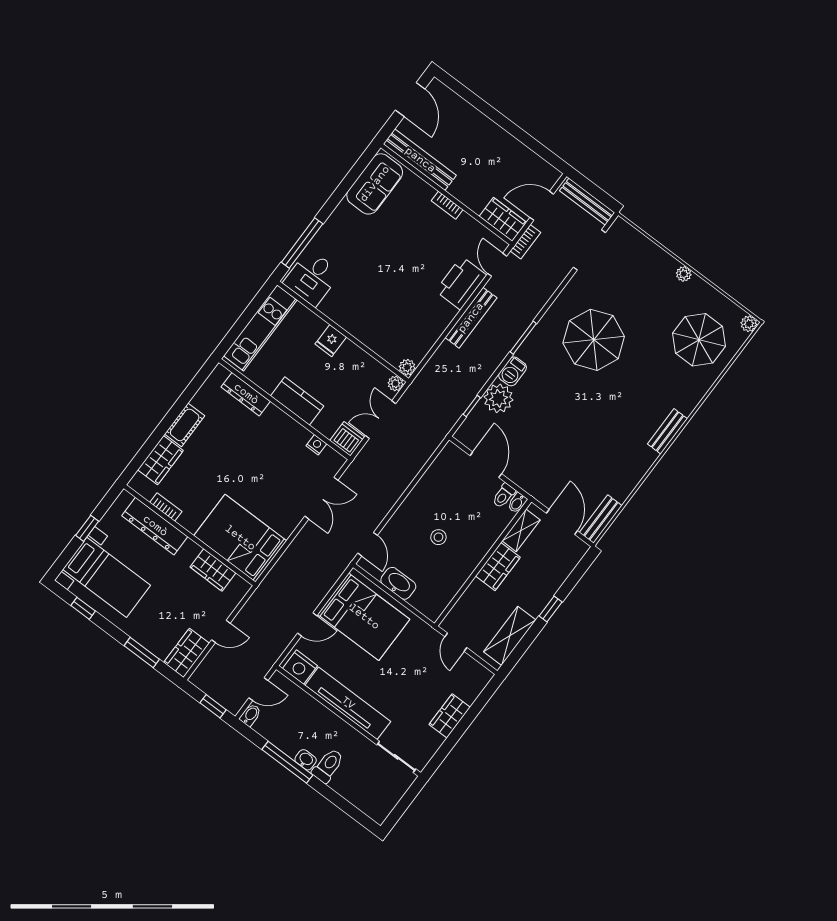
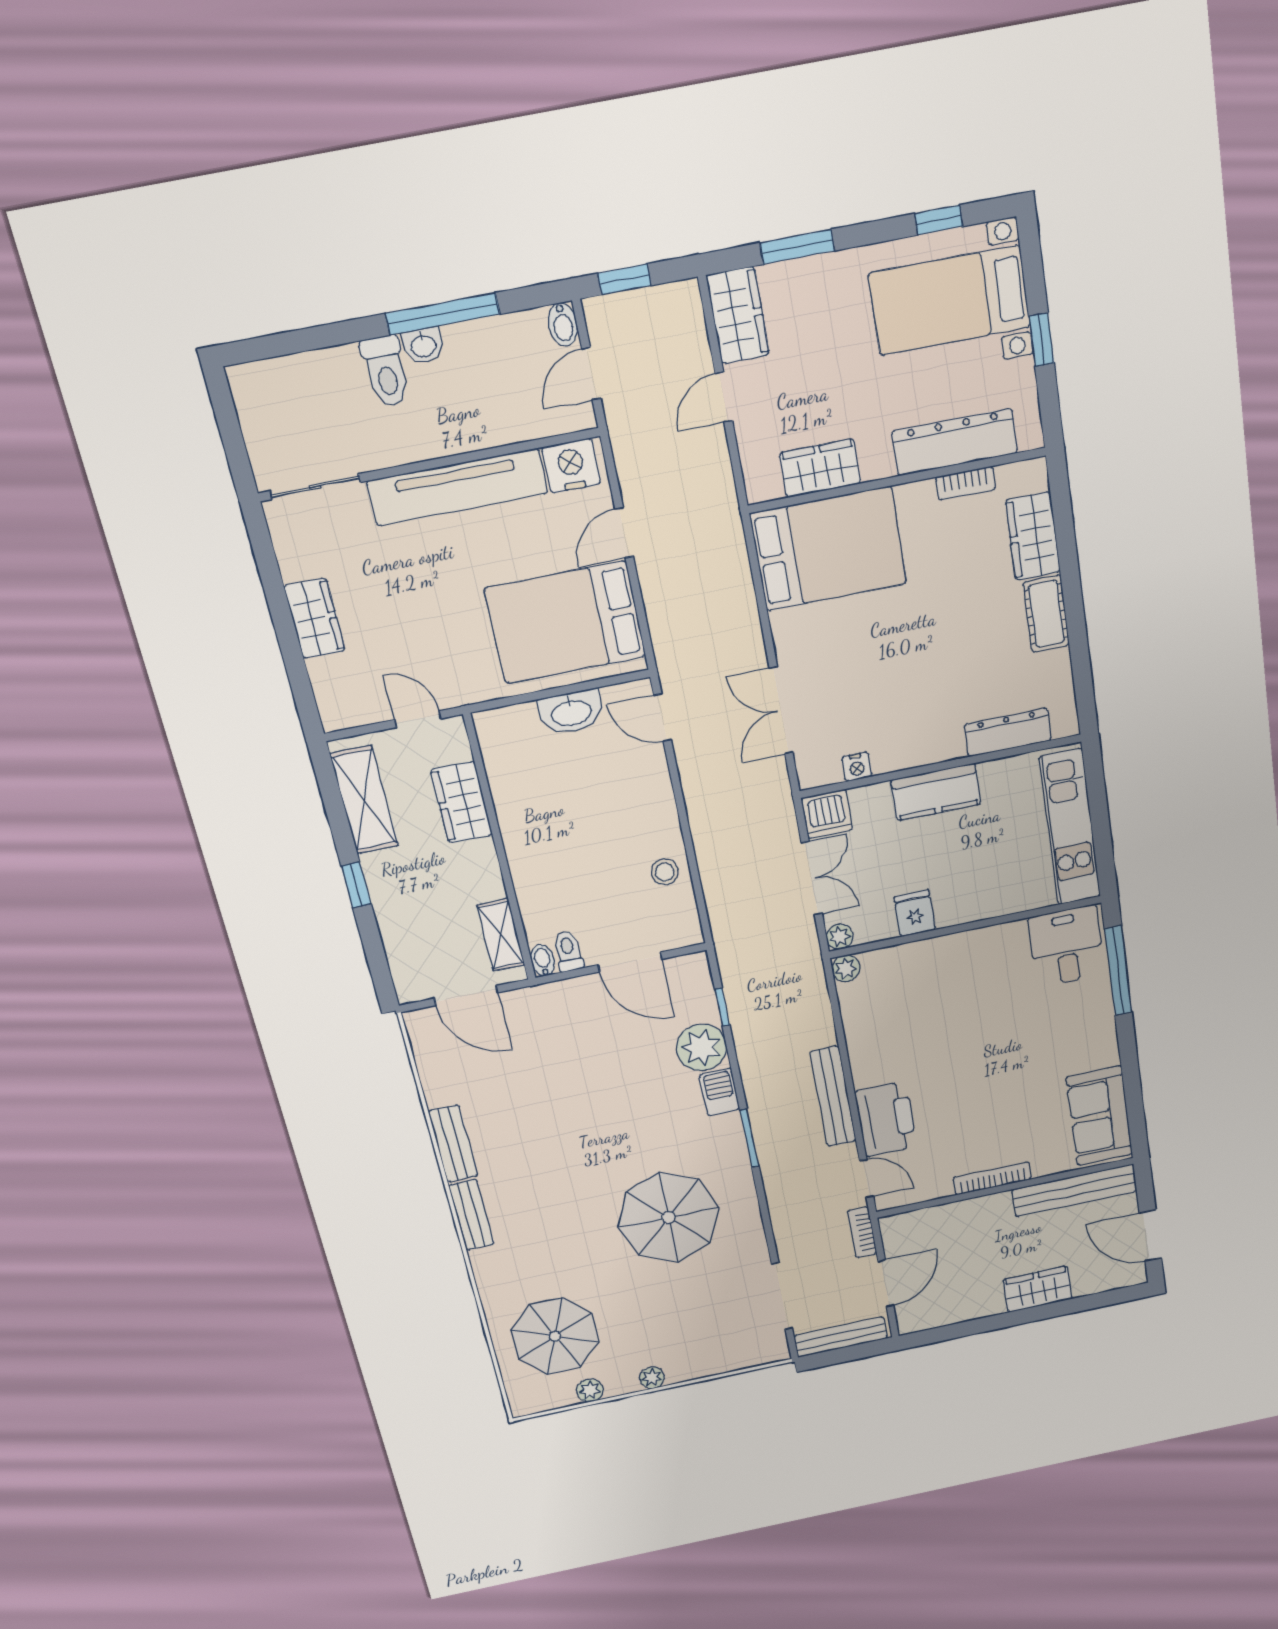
bookcase: (447, 205) -> (992, 1178), width x1.56
wardrobe: (503, 219) -> (1038, 1289), moved, turned 180
plant: (749, 324) -> (590, 1390), moved
fridge: (331, 341) -> (915, 913), moved
bench: (601, 519) -> (453, 1144), moved
stool: (438, 537) -> (665, 872), moved
wardrobe: (498, 567) -> (462, 802), moved

